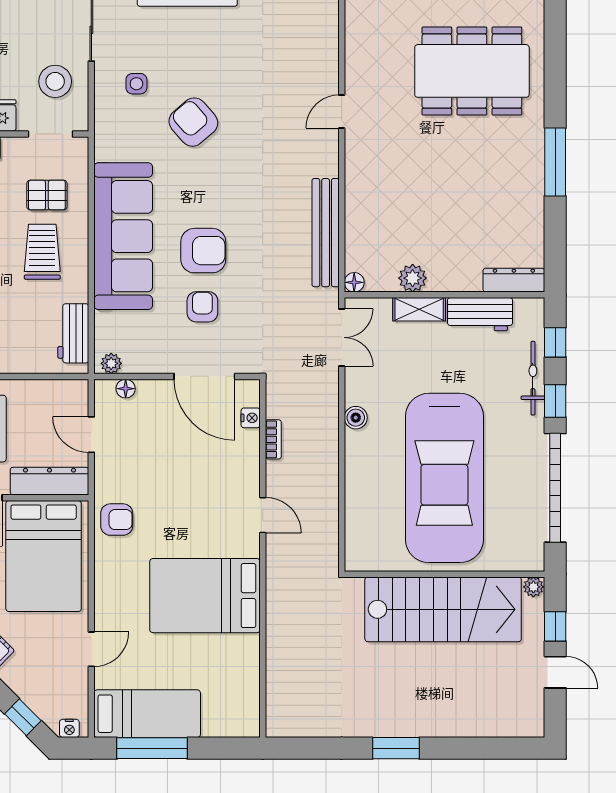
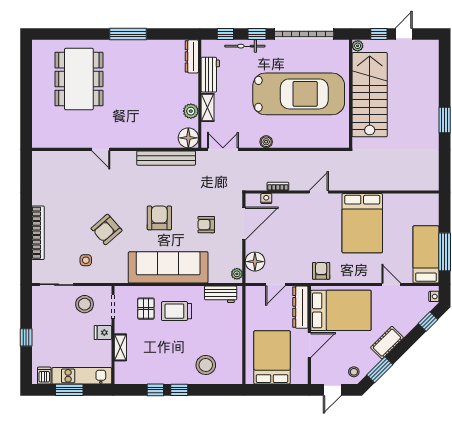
armchair: (203, 251) -> (159, 218), moved
floor lamp: (354, 282) -> (188, 138), width x1.89, depth x1.89
floor lamp: (126, 389) -> (255, 262), width x1.89, depth x1.89

